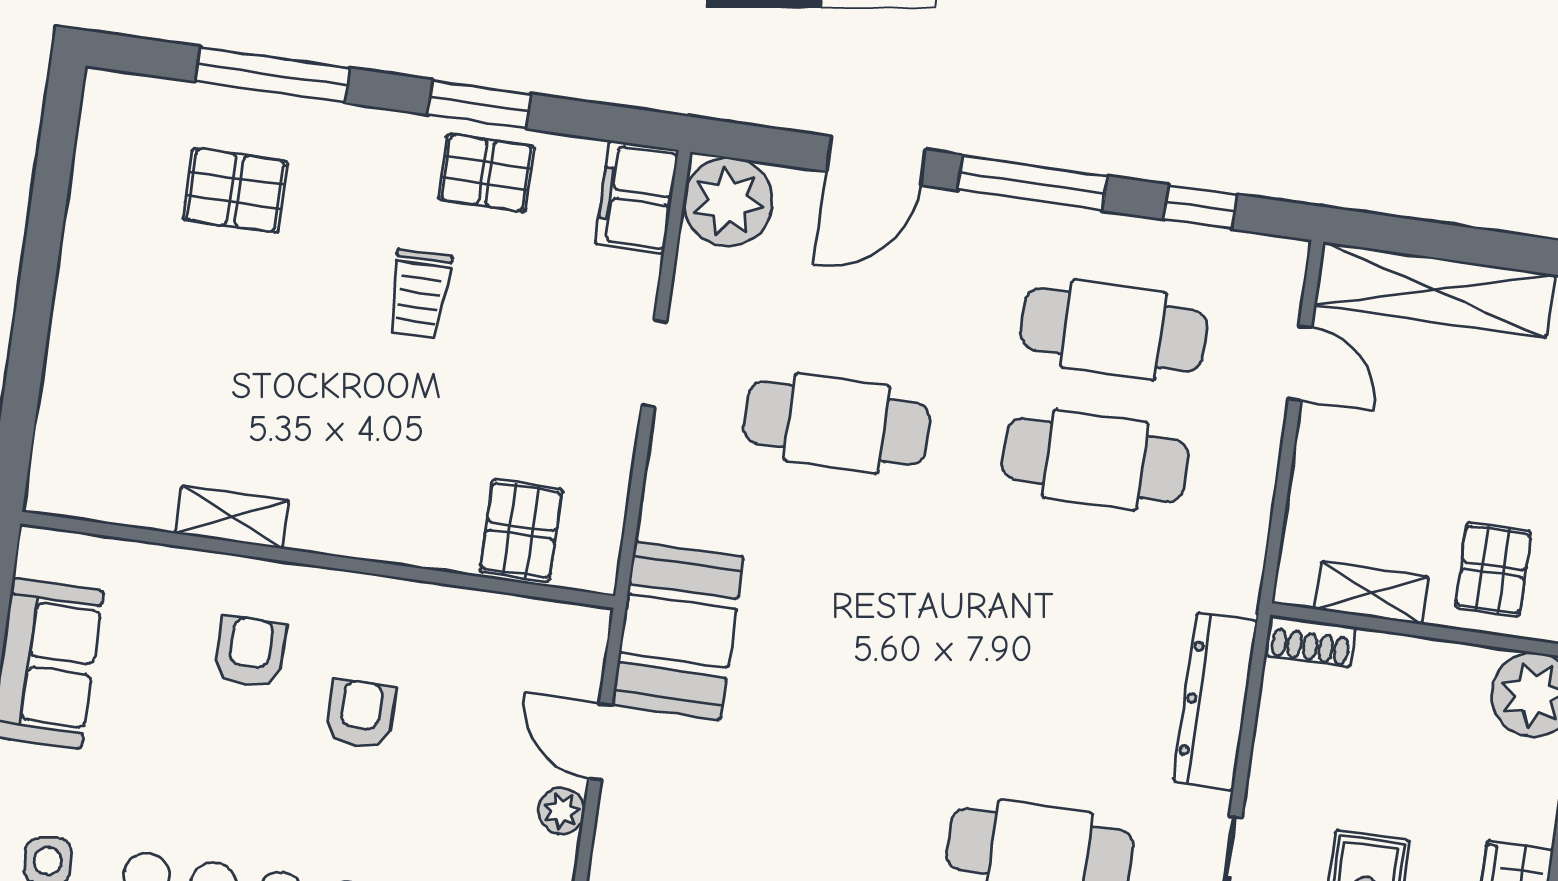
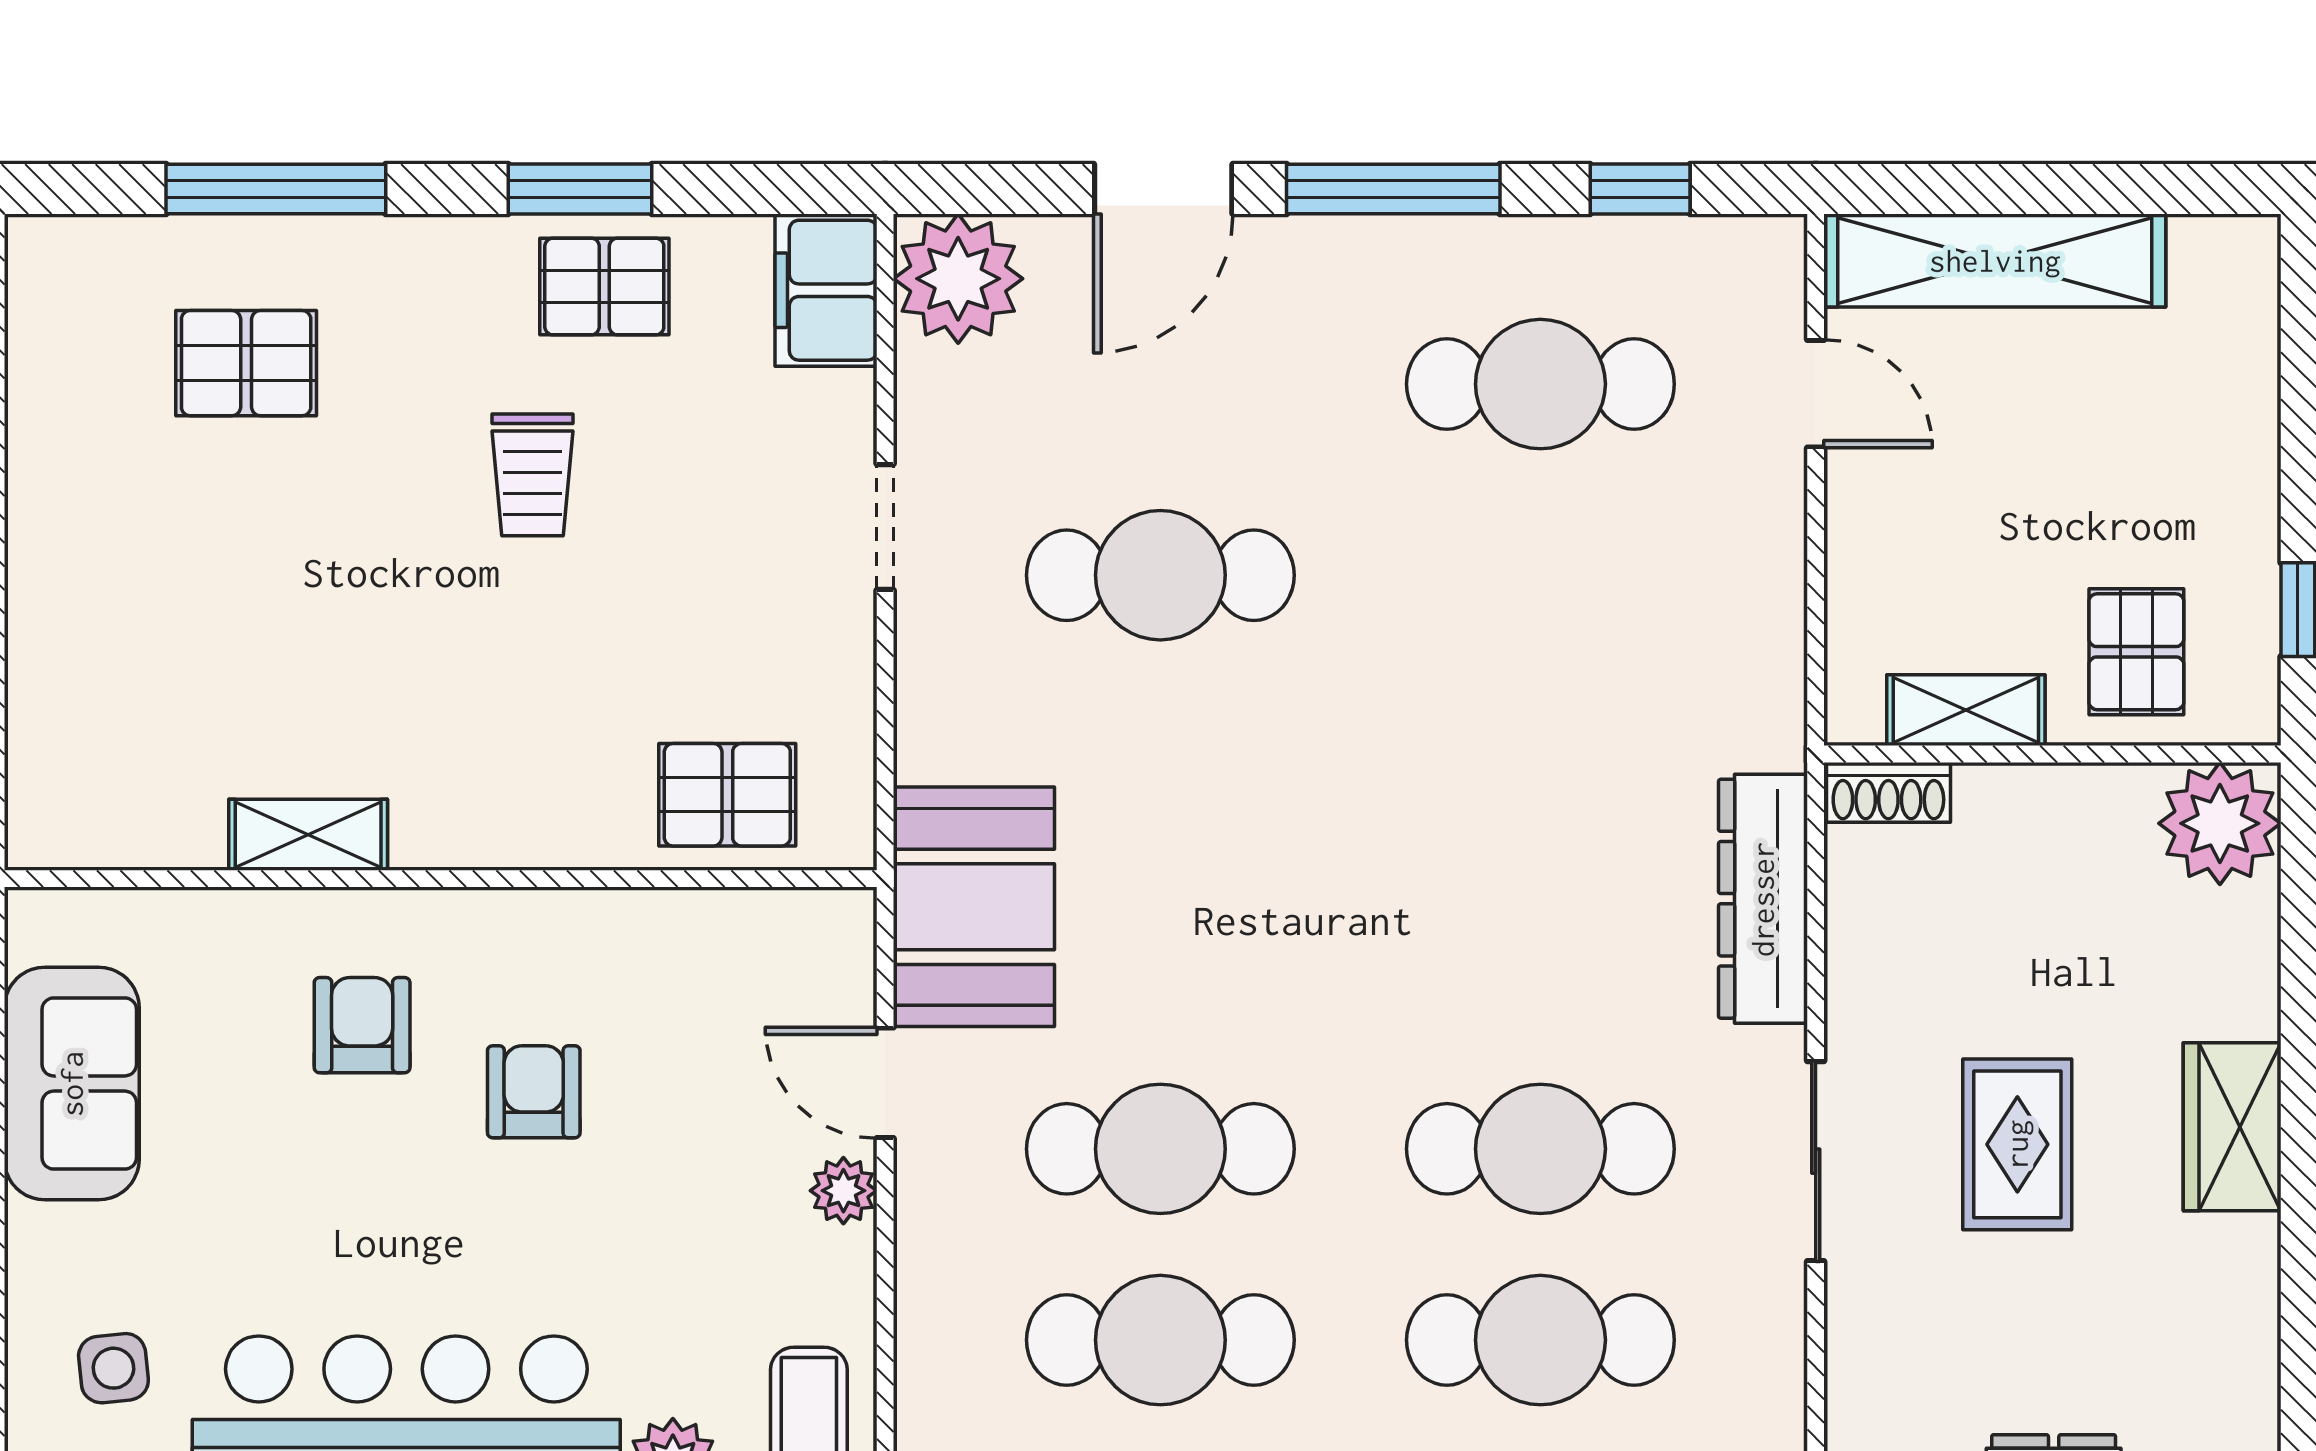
cafe table: (1095, 460) -> (1160, 1149), moved
pallet: (521, 530) -> (727, 795), turned 90

